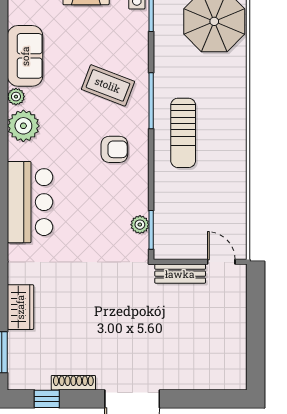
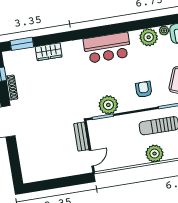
armchair: (114, 149) -> (144, 89), turned 180
plant: (231, 149) -> (155, 154), added
plant: (140, 225) -> (108, 105), width x1.88, depth x1.88

